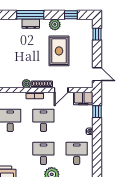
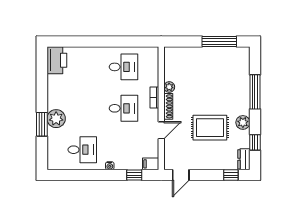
dresser: (31, 24) -> (244, 159), moved
door: (61, 90) -> (161, 130), swing flipped
filing cabinet: (83, 98) -> (151, 164), width x0.50
desk: (43, 153) -> (82, 108), removed

